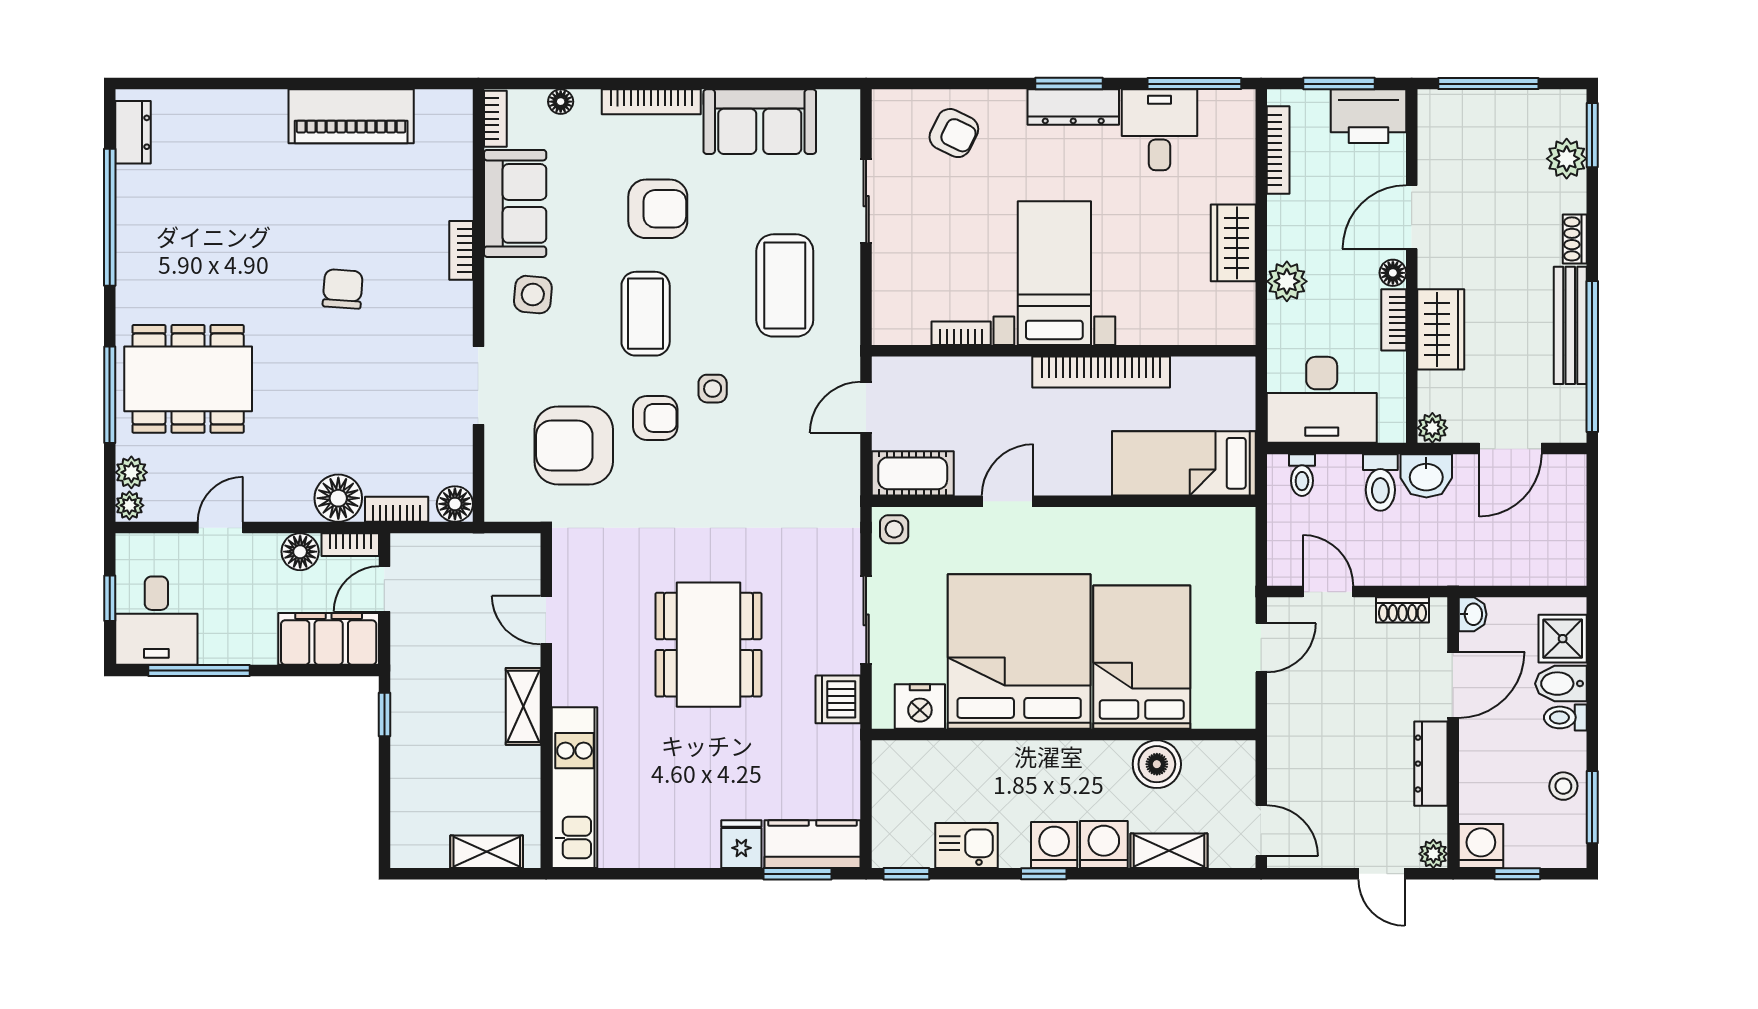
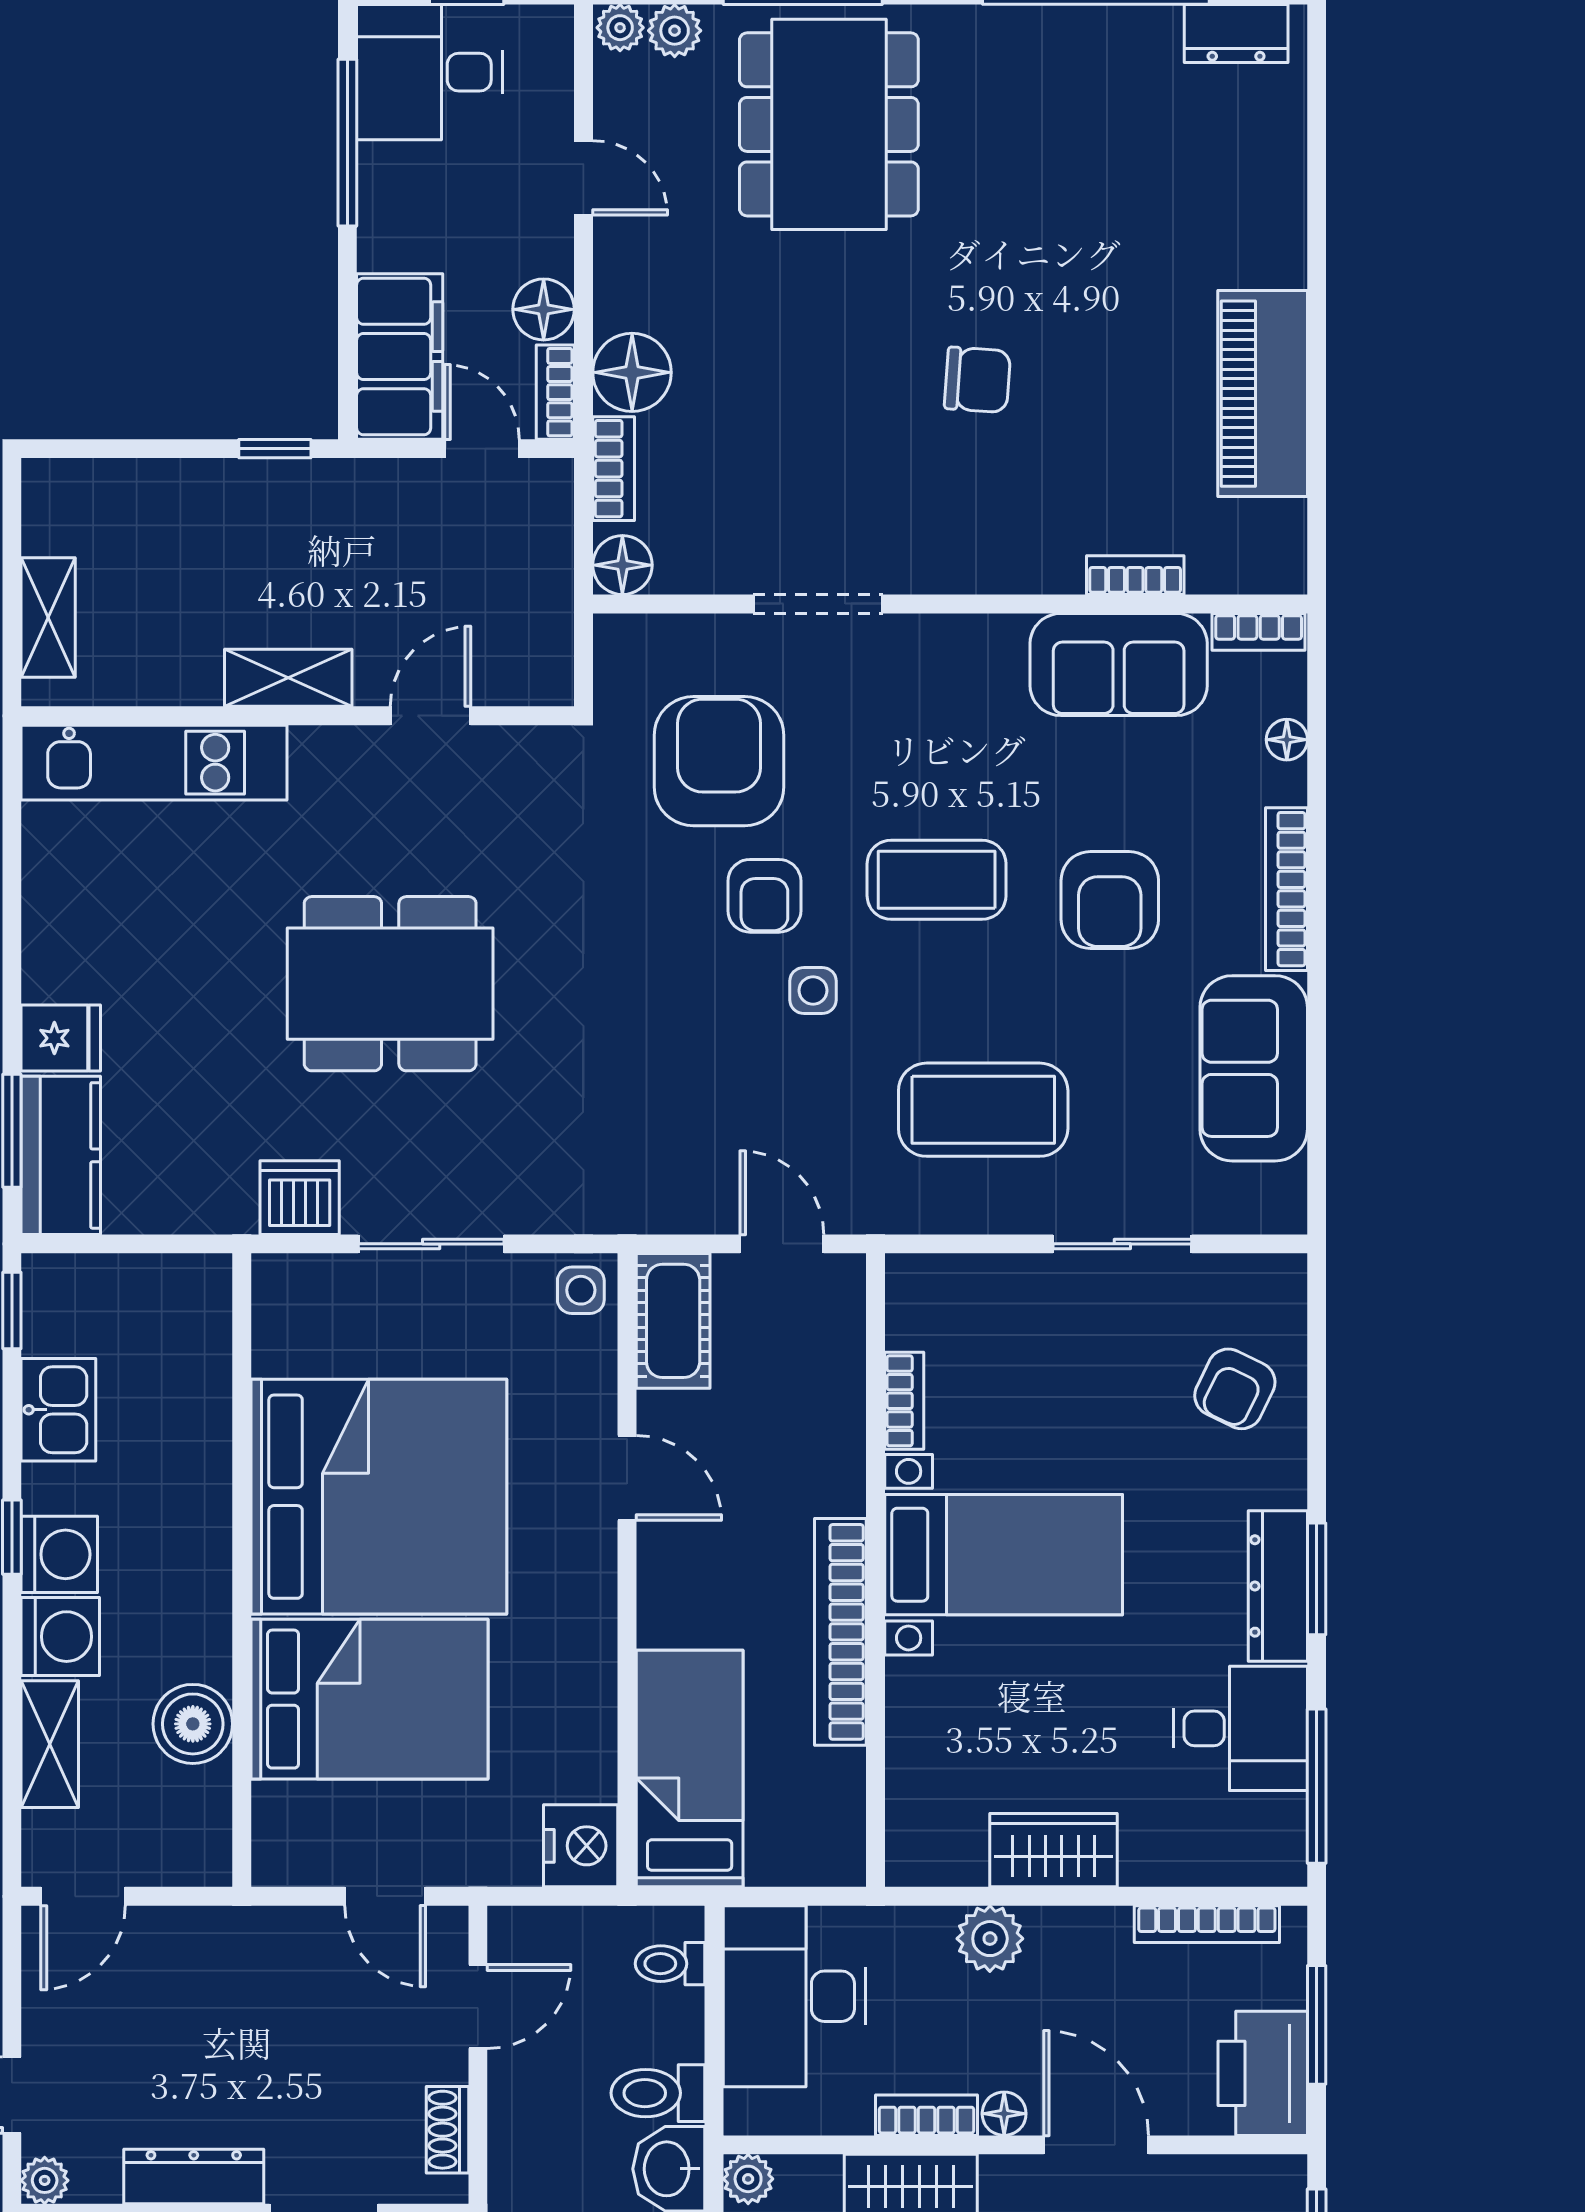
bookcase: (461, 250) -> (1135, 575), moved
side table: (533, 295) -> (968, 694), removed
nightstand: (920, 706) -> (581, 1846), moved, turned 180

